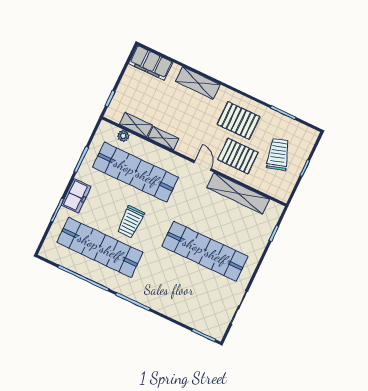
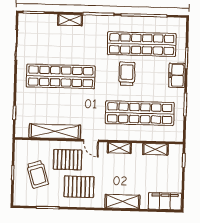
plant: (123, 136) -> (161, 137), removed
shelving: (163, 138) -> (119, 148), moved
shelving: (167, 309) -> (70, 20), added

